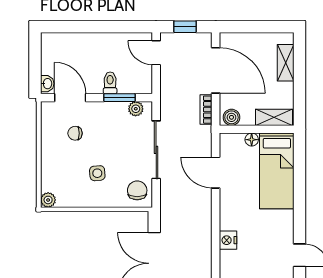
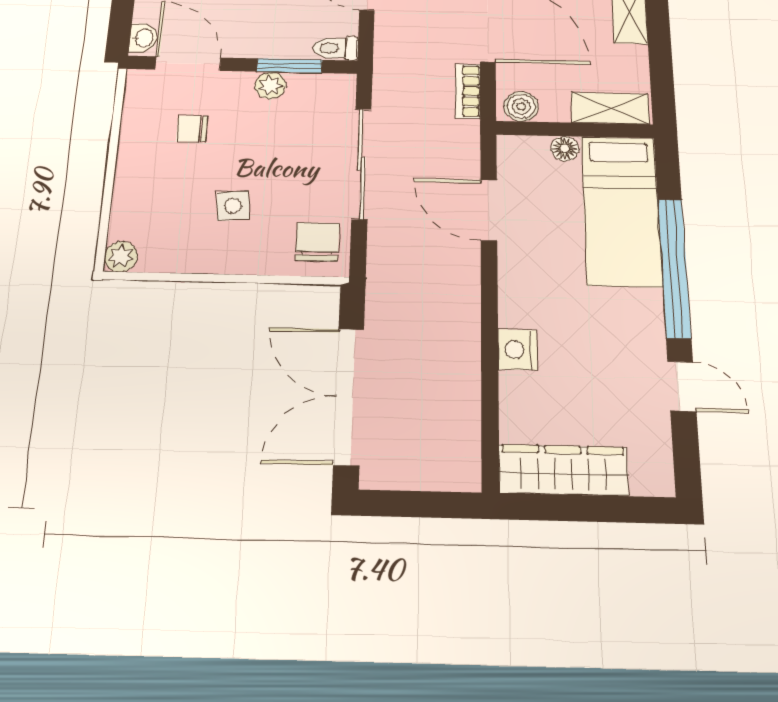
toilet: (110, 83) -> (335, 48), moved, turned -90
plant: (136, 109) -> (270, 85), moved
window: (300, 199) -> (674, 268), added

